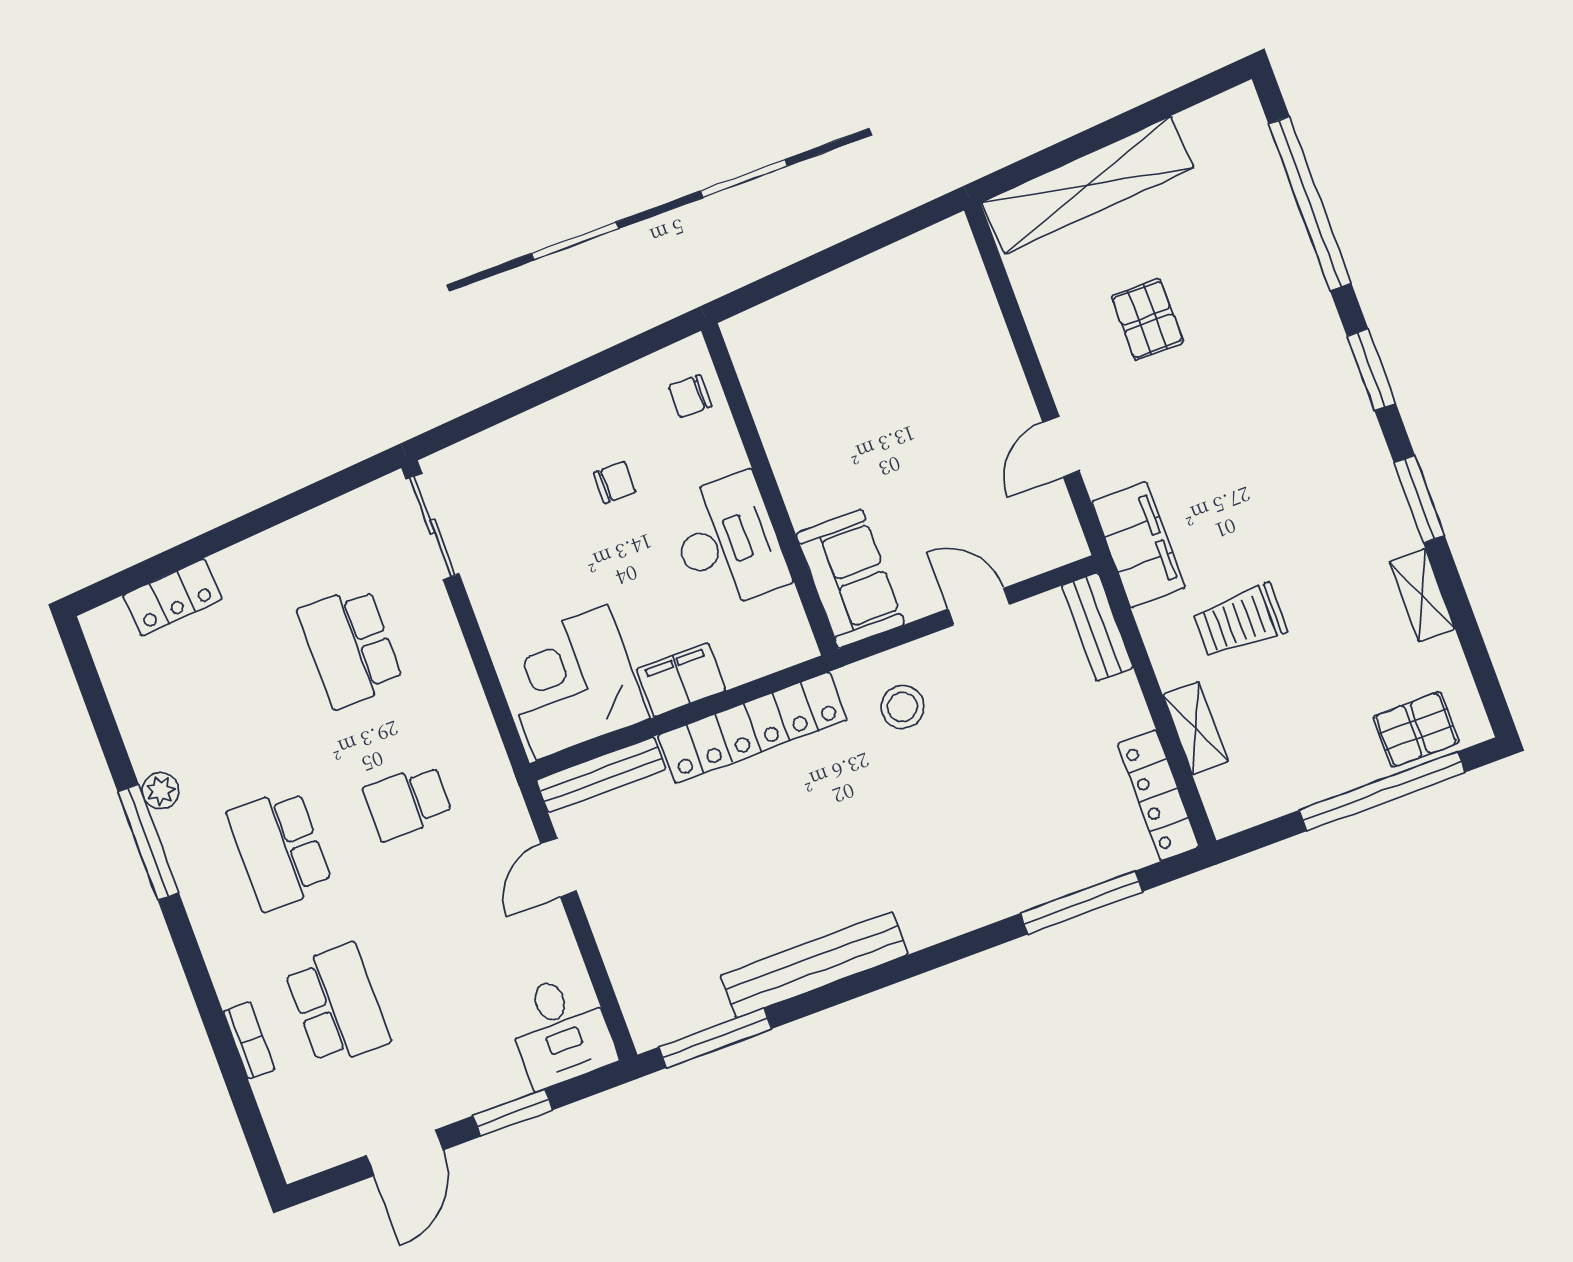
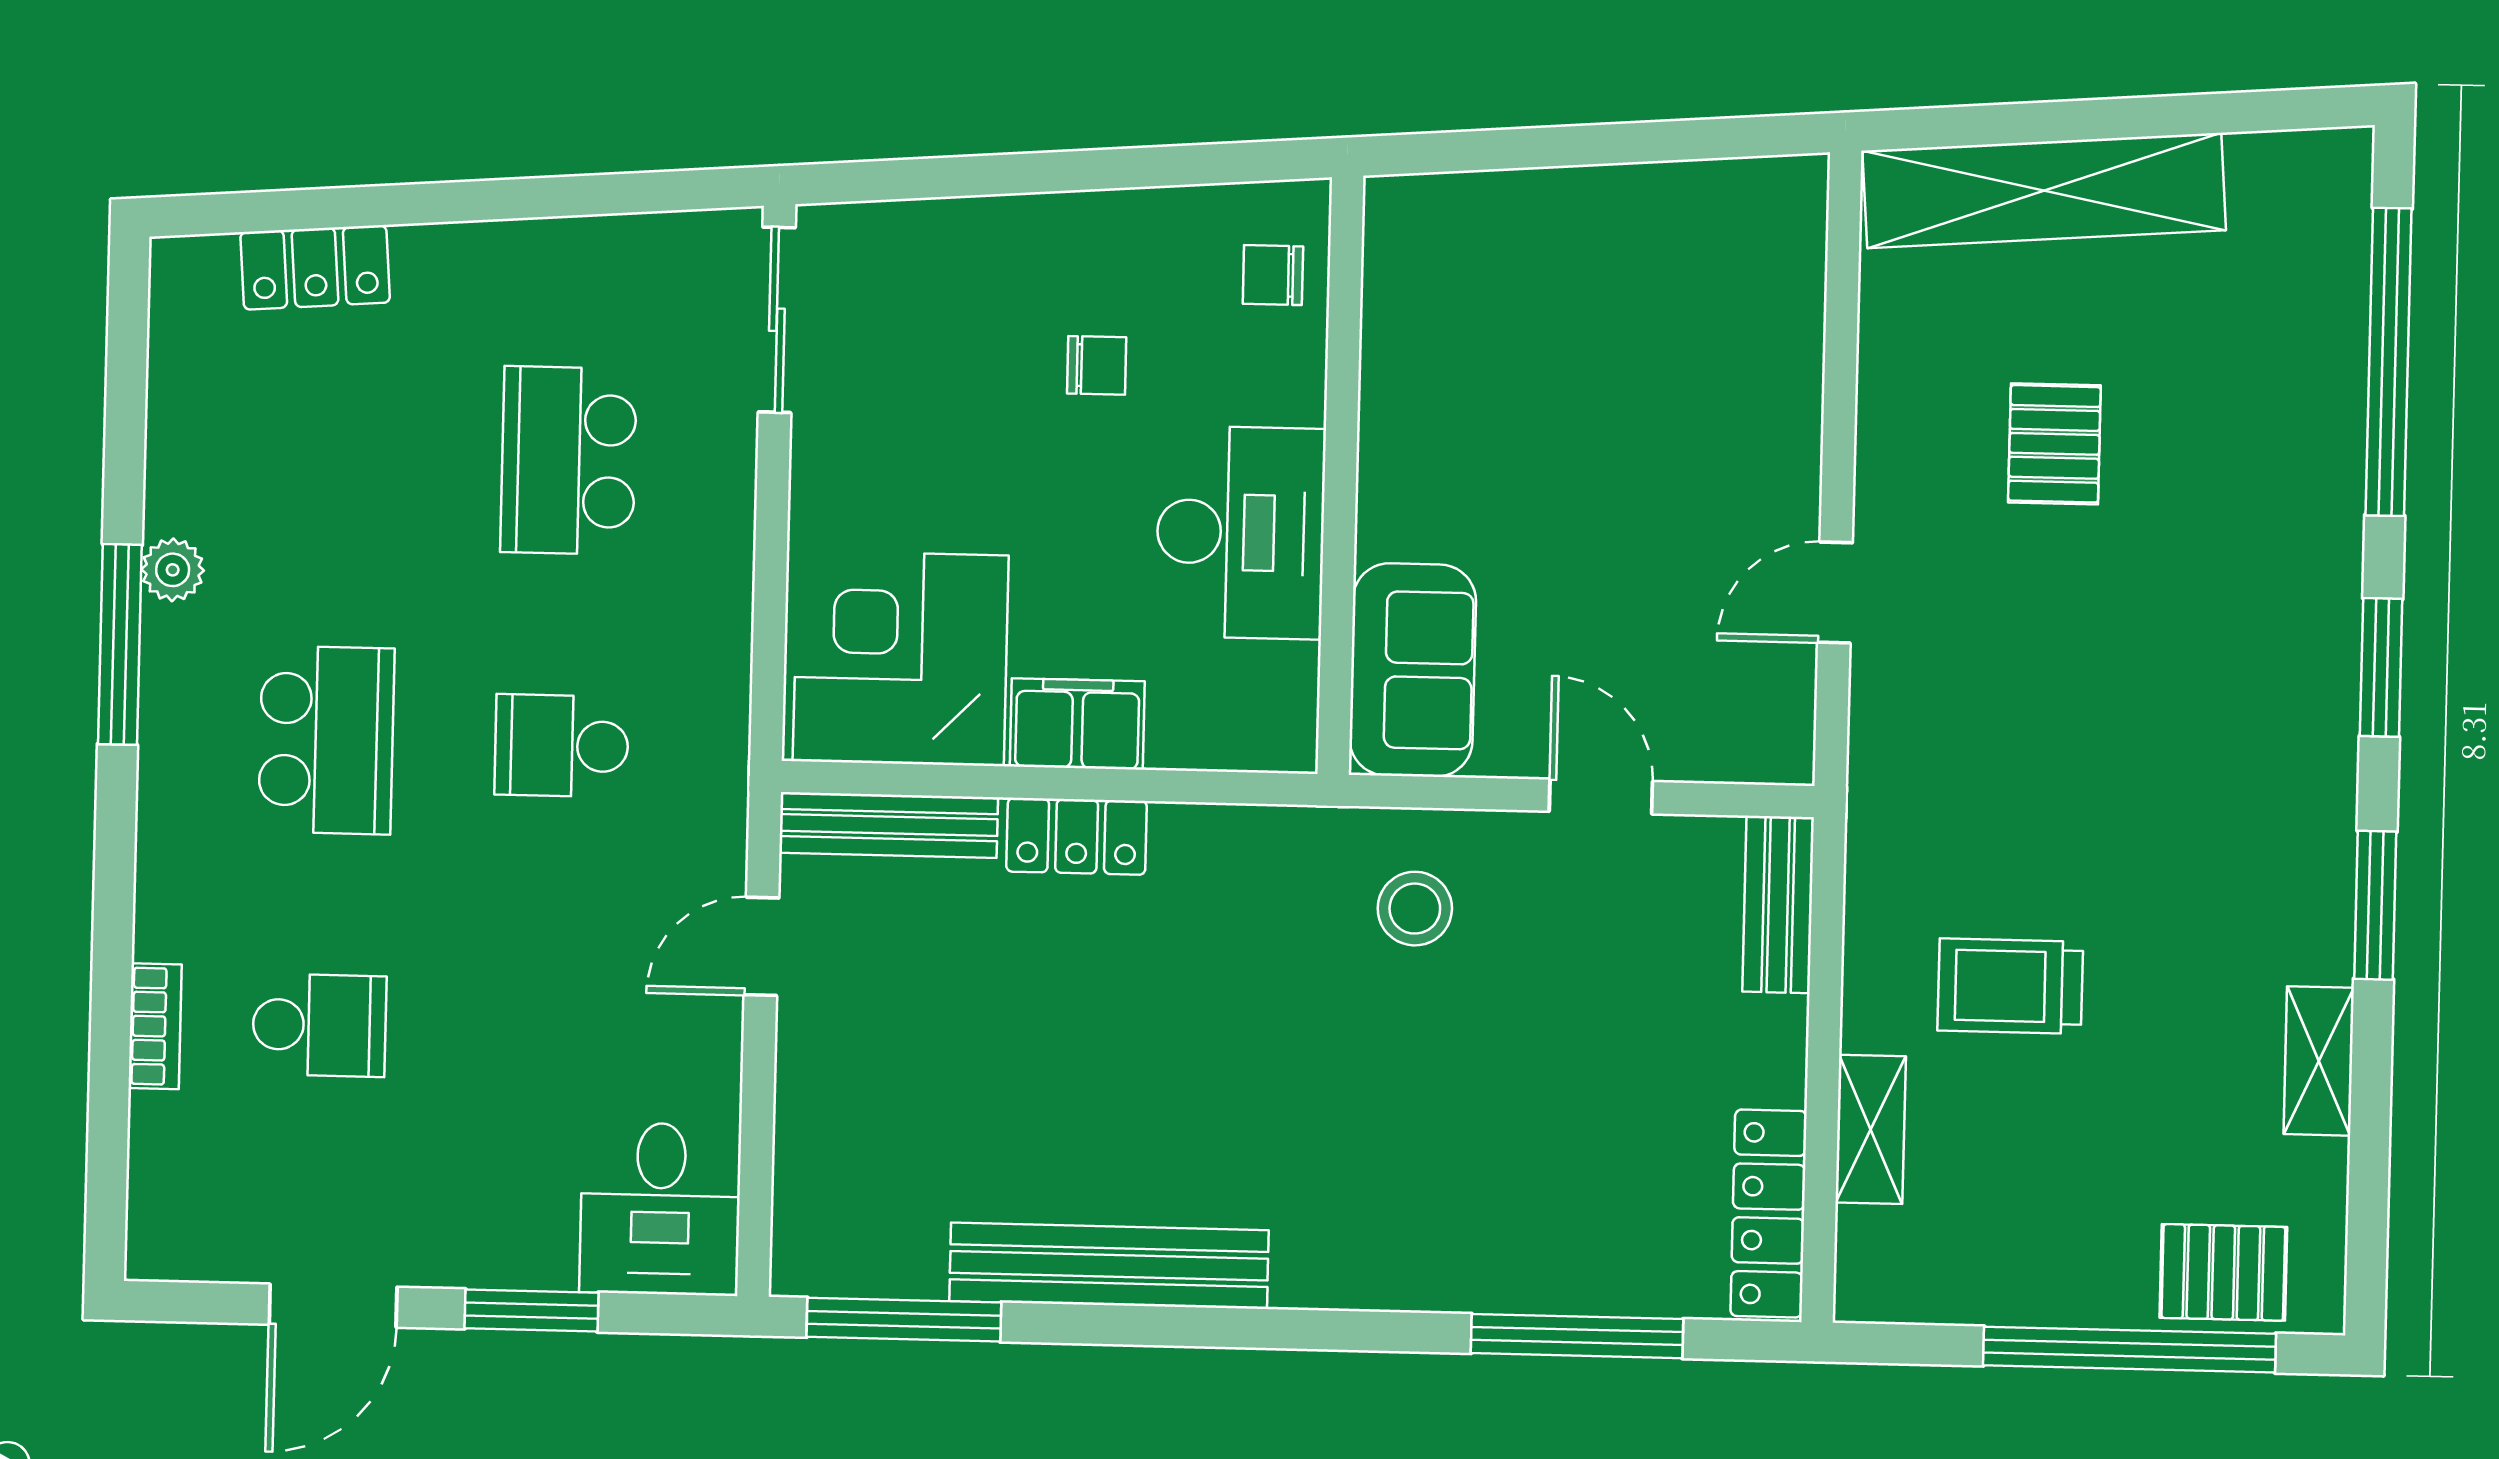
filing cabinet: (1138, 545) -> (1896, 799), removed
locker: (752, 728) -> (1077, 836), width x0.46, depth x0.83
school desk: (280, 849) -> (326, 740), turned 180
school desk: (337, 1005) -> (319, 1025), width x0.54

